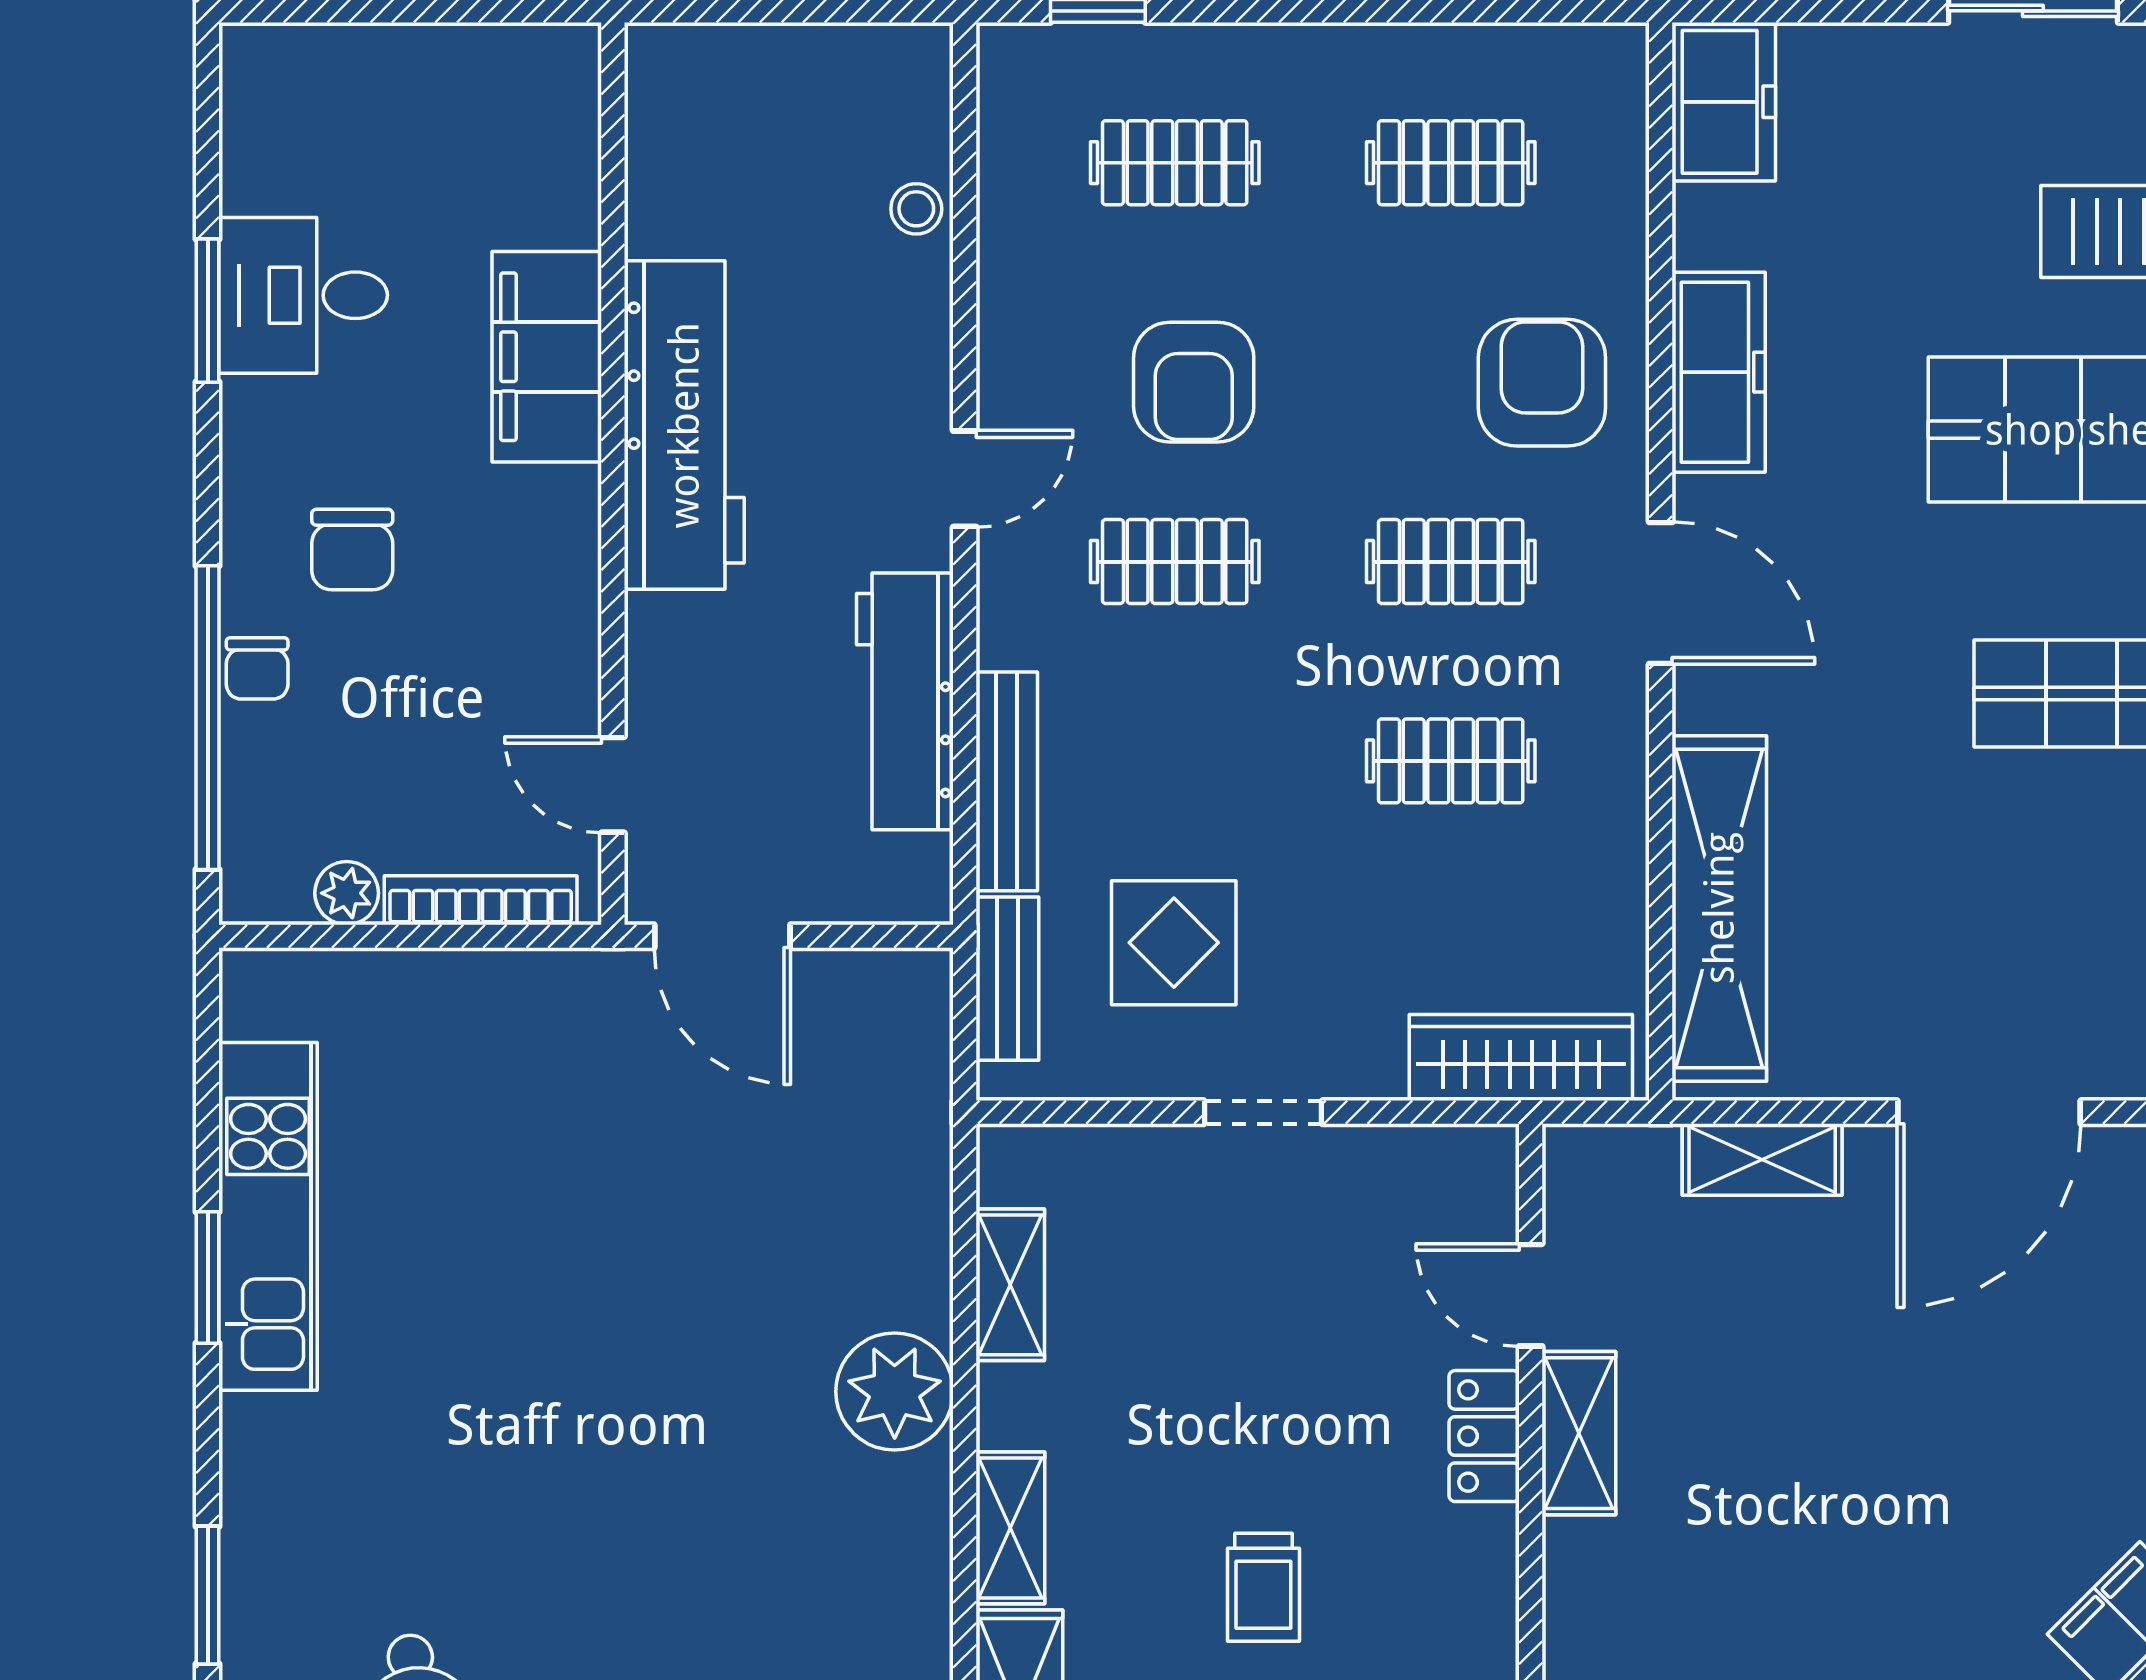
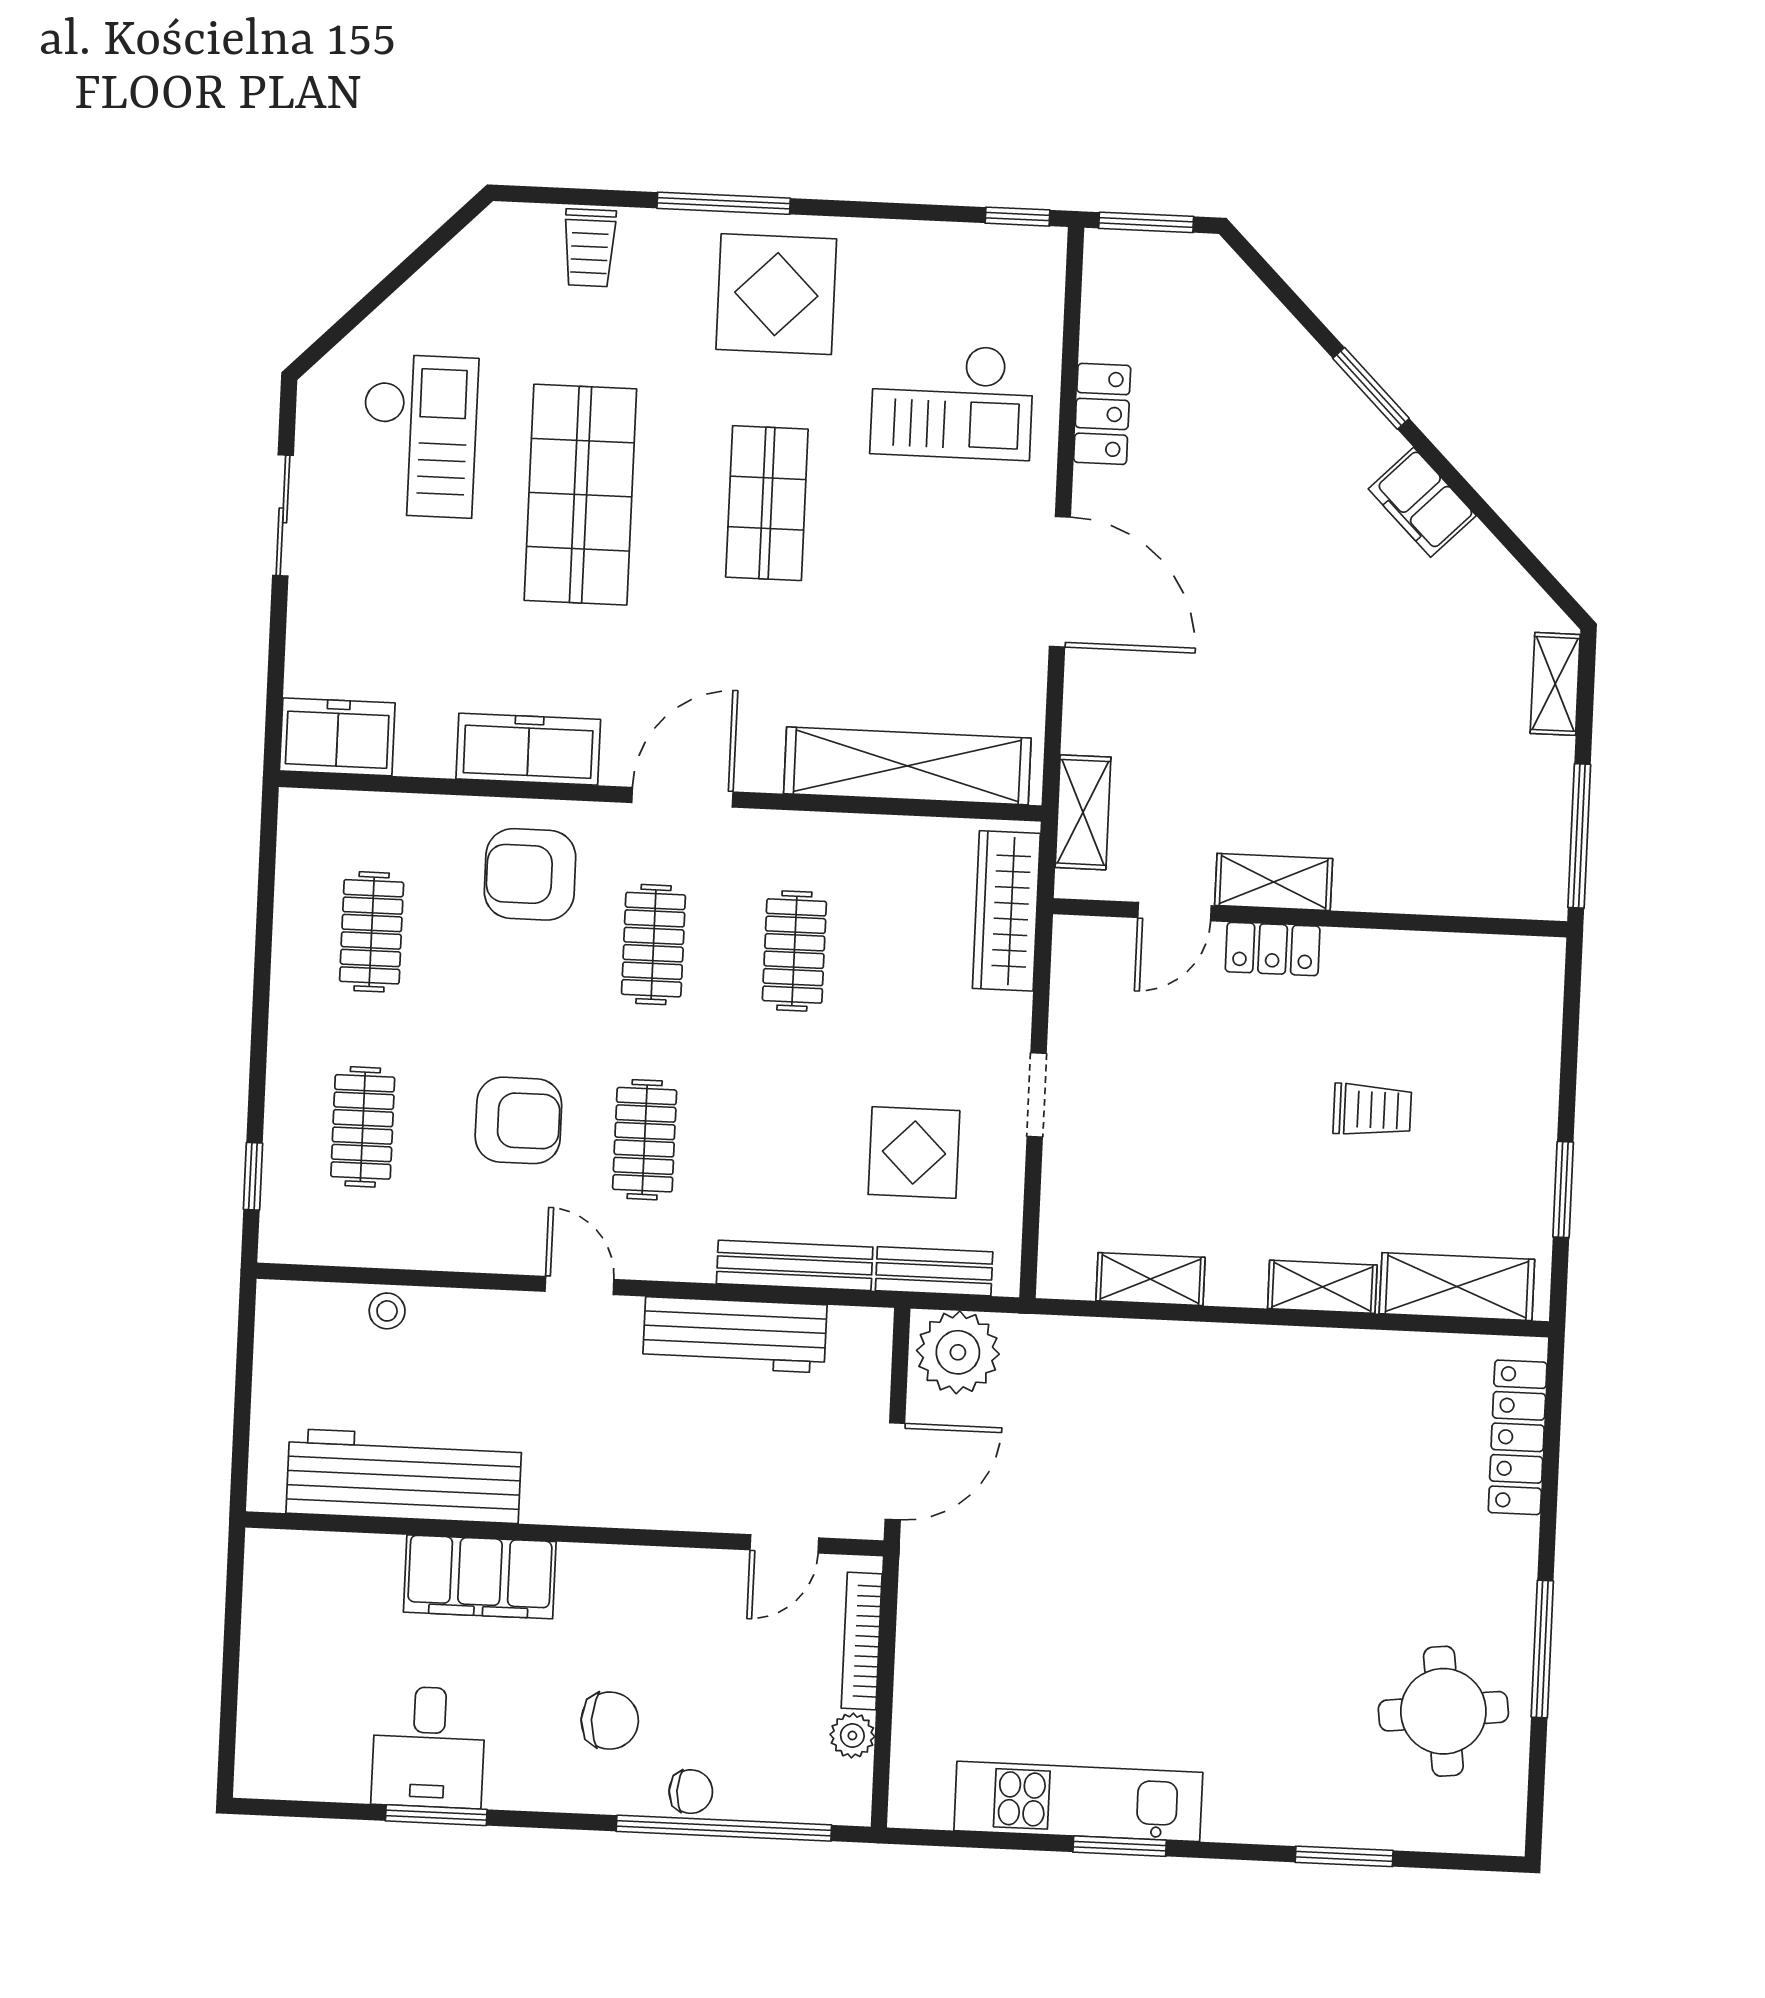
workbench: (684, 425) -> (404, 1476), moved
shelving: (1762, 1160) -> (1083, 812), moved
plant: (895, 1391) -> (958, 1352), moved

